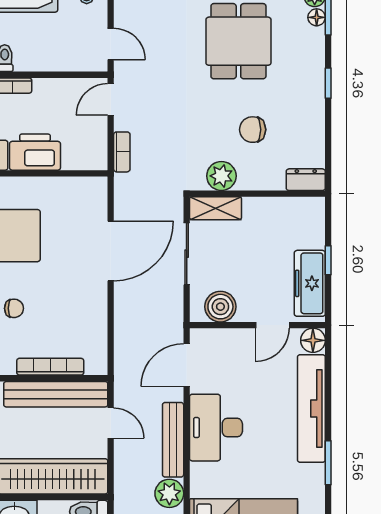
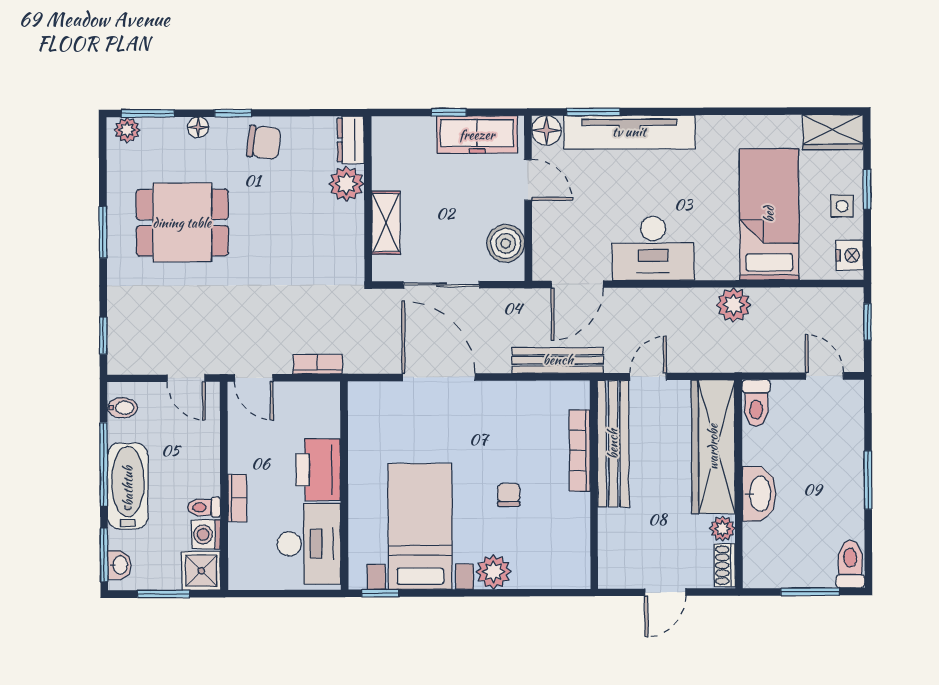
floor lamp: (317, 17) -> (198, 127), moved
door: (111, 44) -> (186, 378), swing flipped
chair: (253, 130) -> (264, 142), moved, turned -83
plant: (221, 176) -> (346, 184), moved
shelving: (216, 208) -> (386, 223), moved
door: (187, 365) -> (577, 284), hinge flipped
bench: (173, 440) -> (558, 360), moved
window: (328, 463) -> (593, 112), moved

